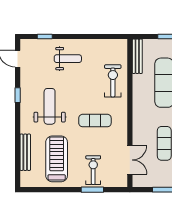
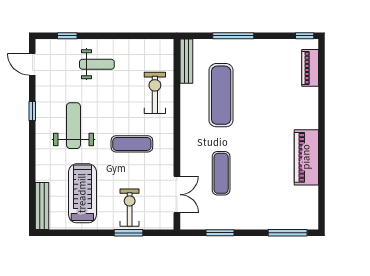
bench: (25, 152) -> (42, 206), moved

